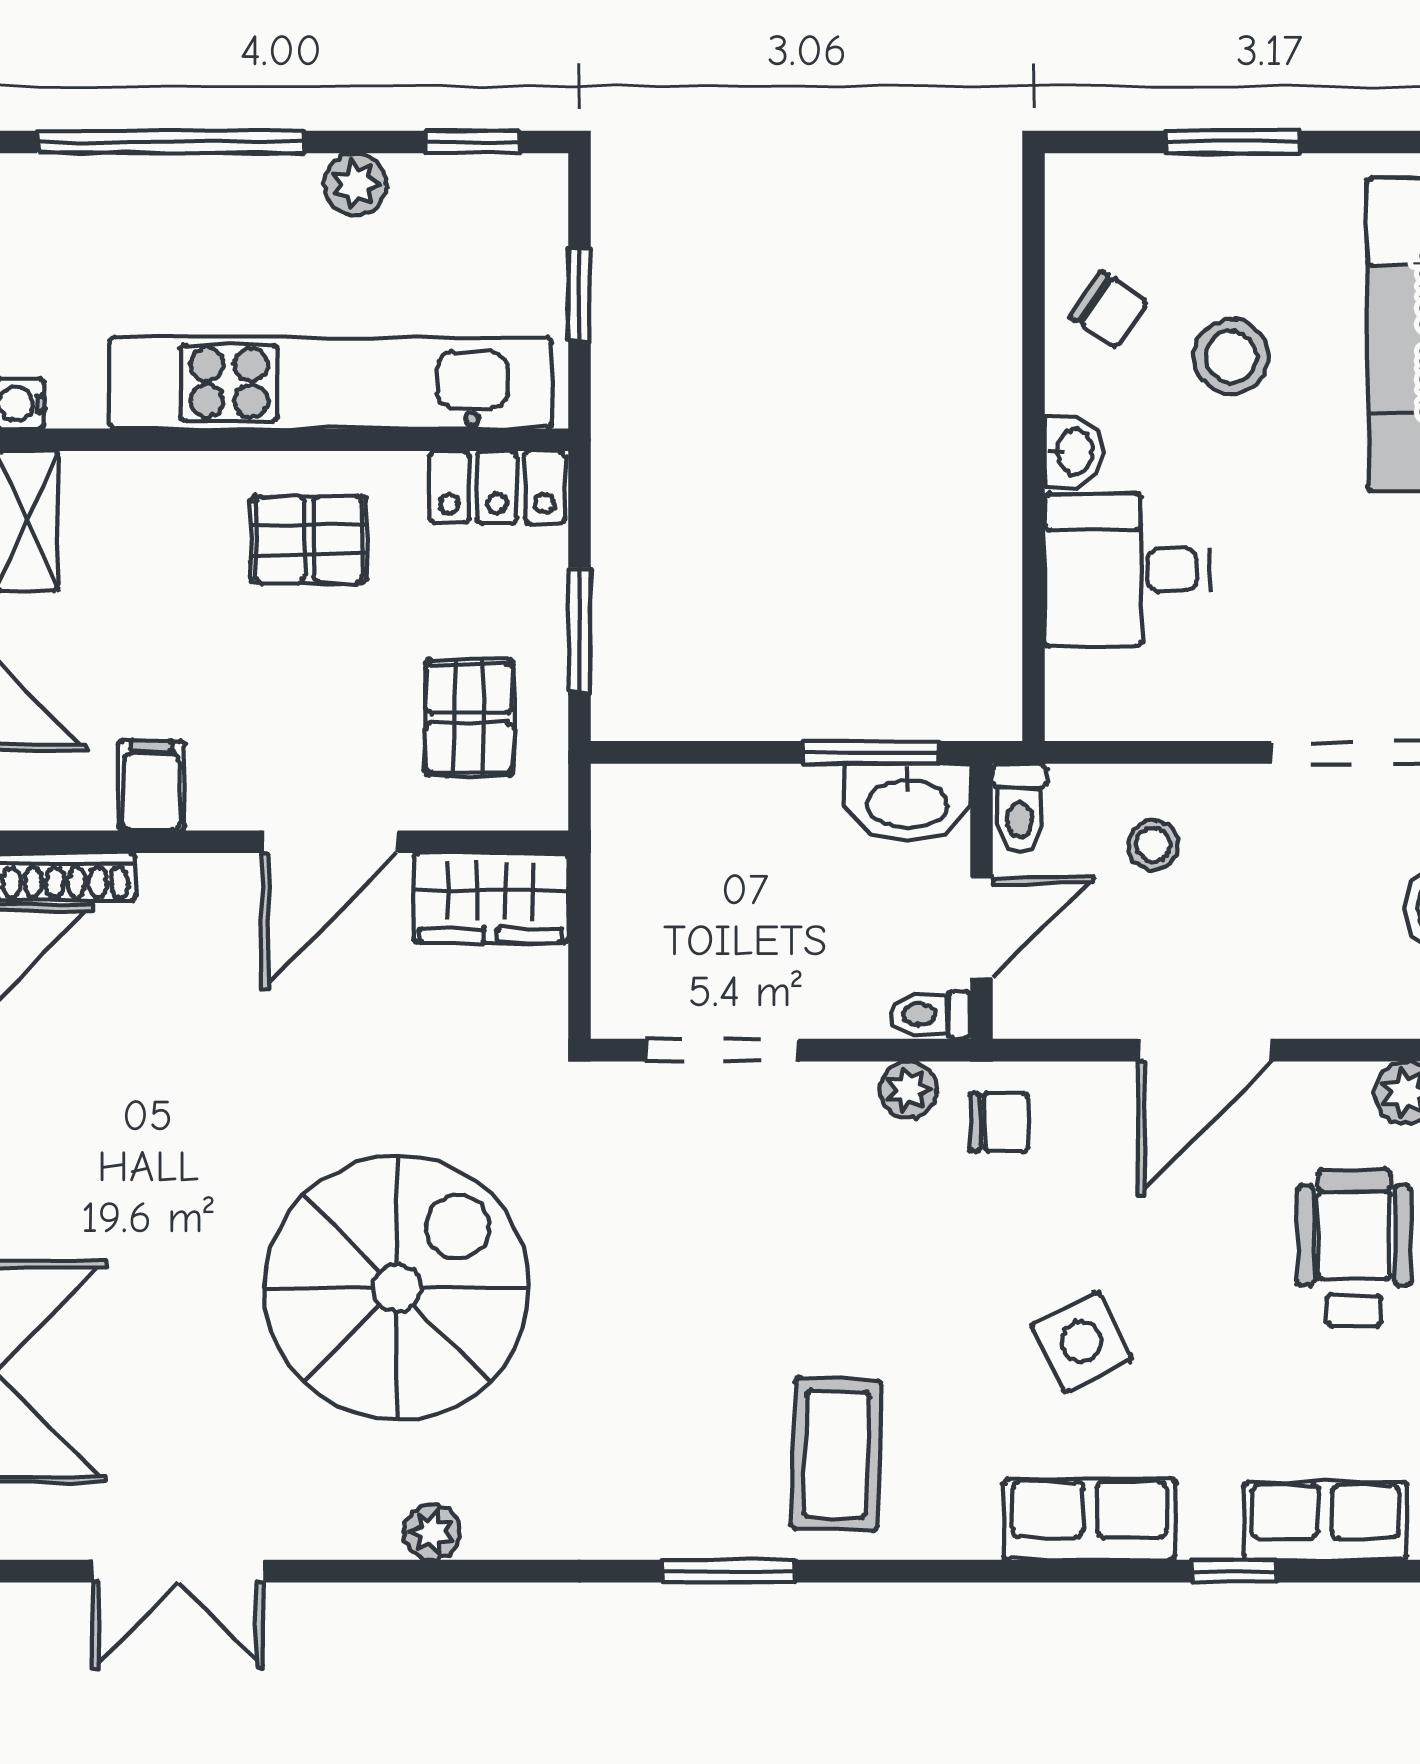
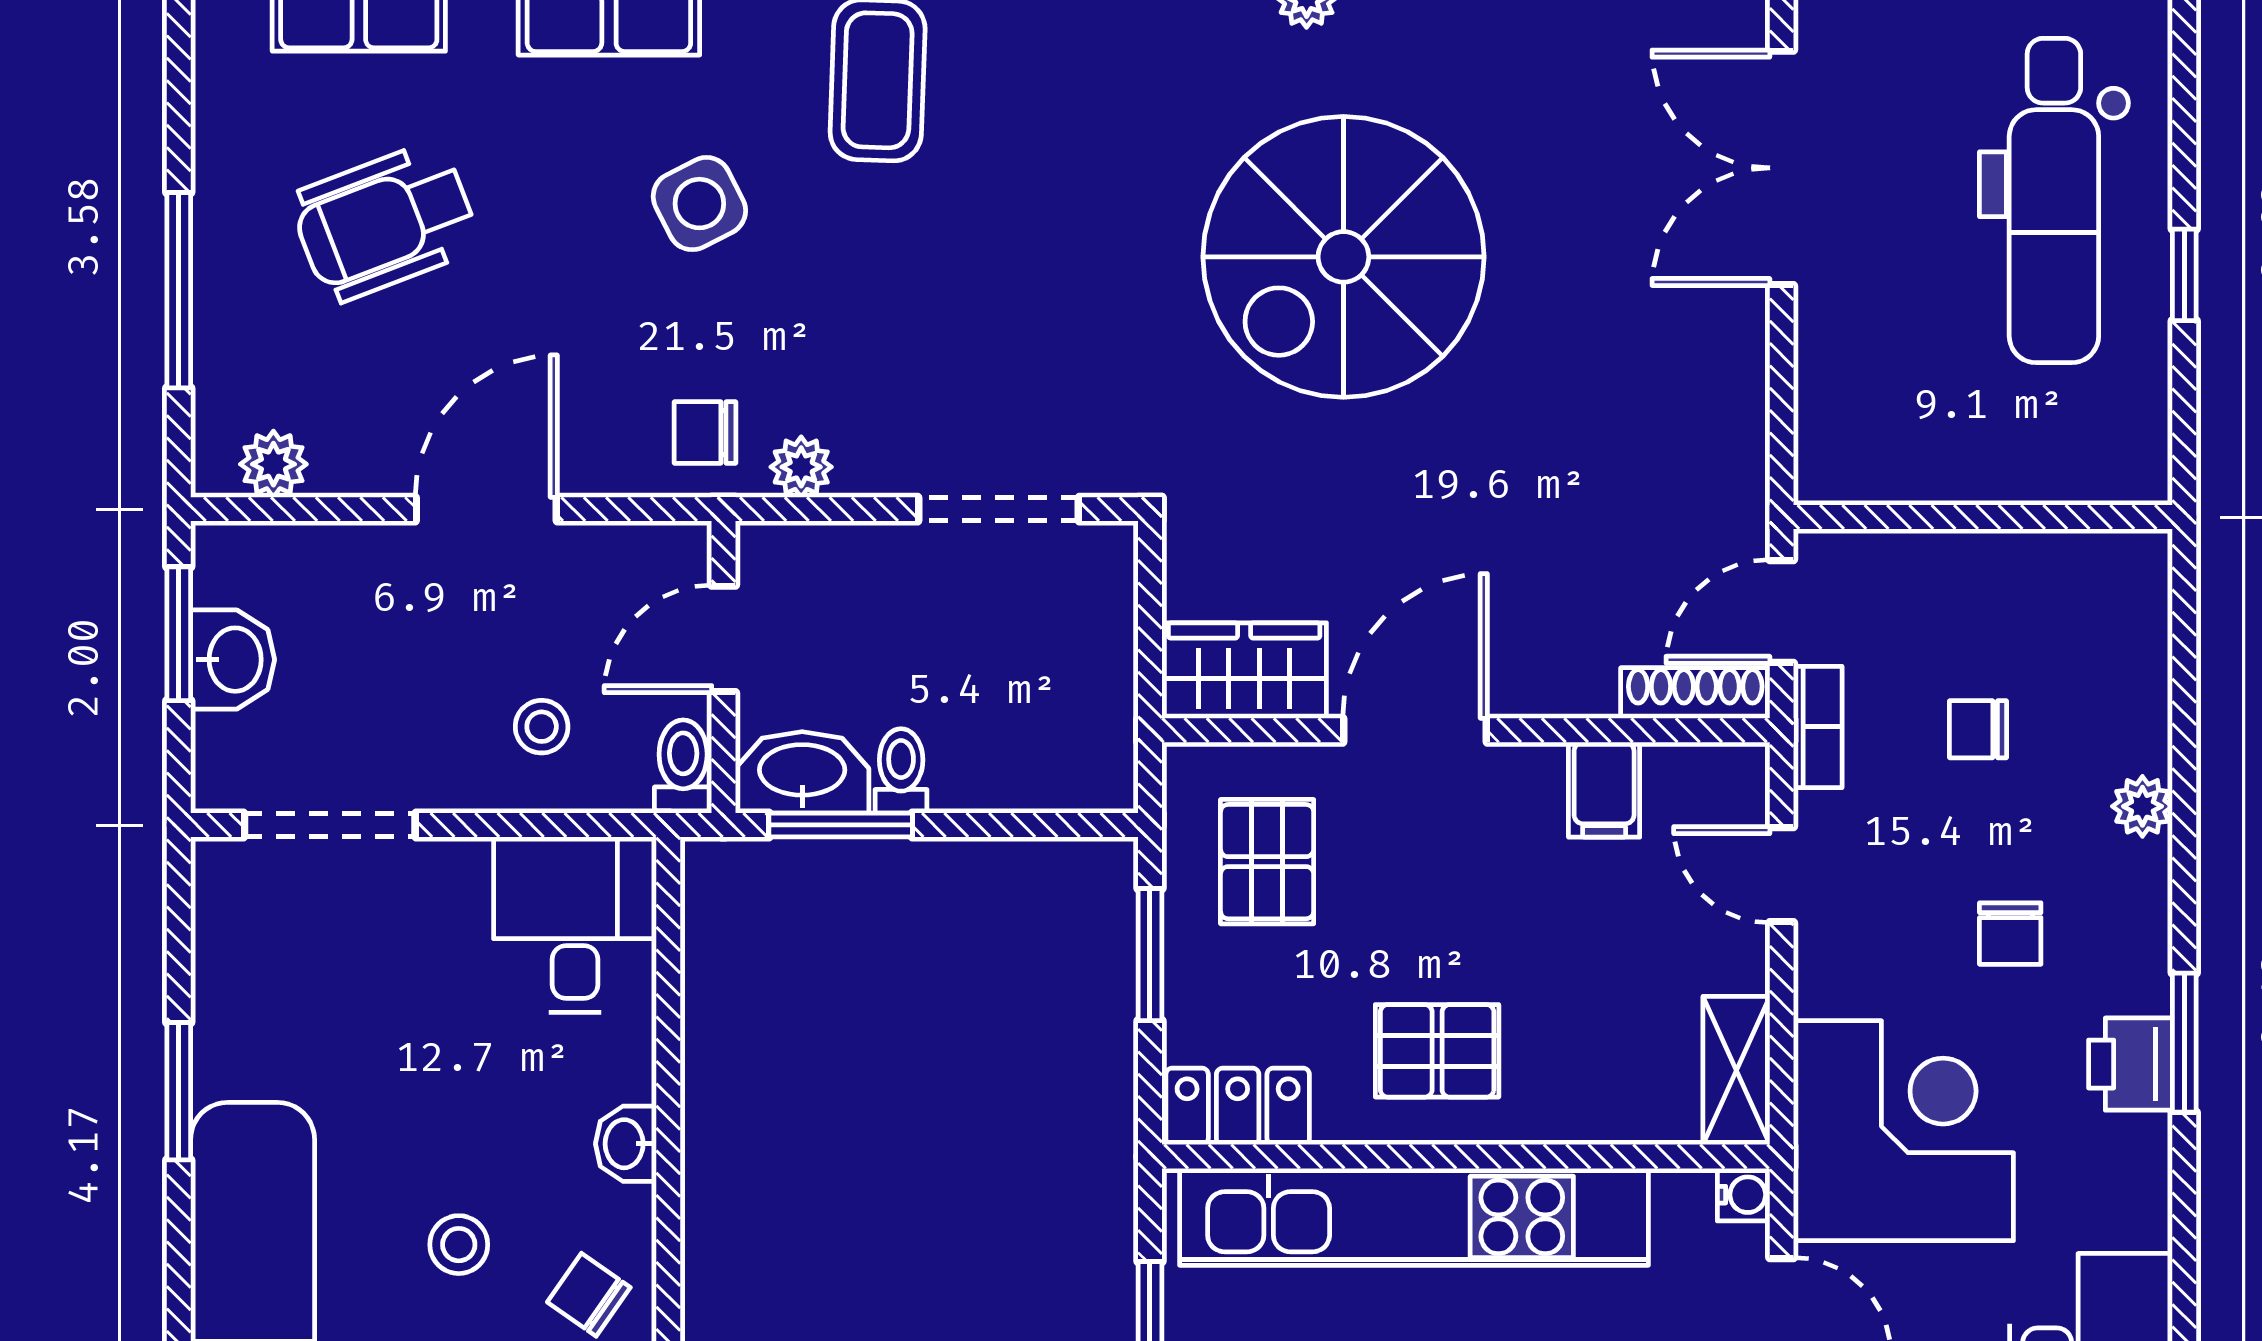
stool: (1231, 357) -> (459, 1245), width x0.73, depth x0.73
desk: (1127, 570) -> (575, 925), moved, turned -90
toilet: (930, 1014) -> (901, 771), moved, turned -90
wheelchair: (1354, 1248) -> (385, 222), moved, turned 69
side table: (1081, 1342) -> (699, 204), moved

